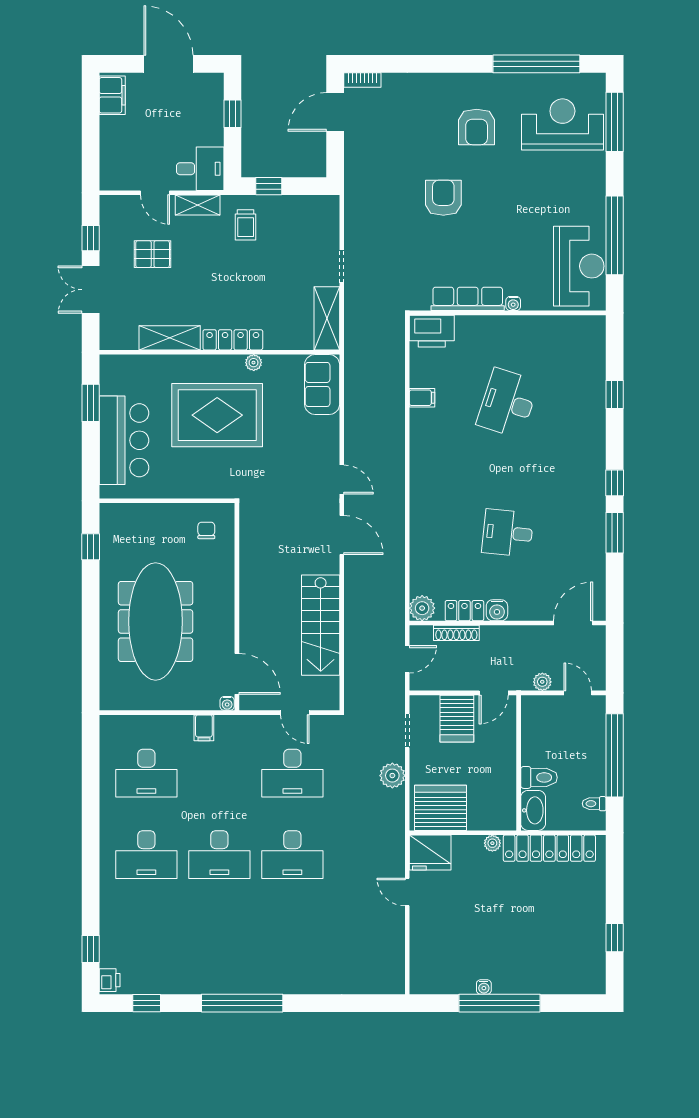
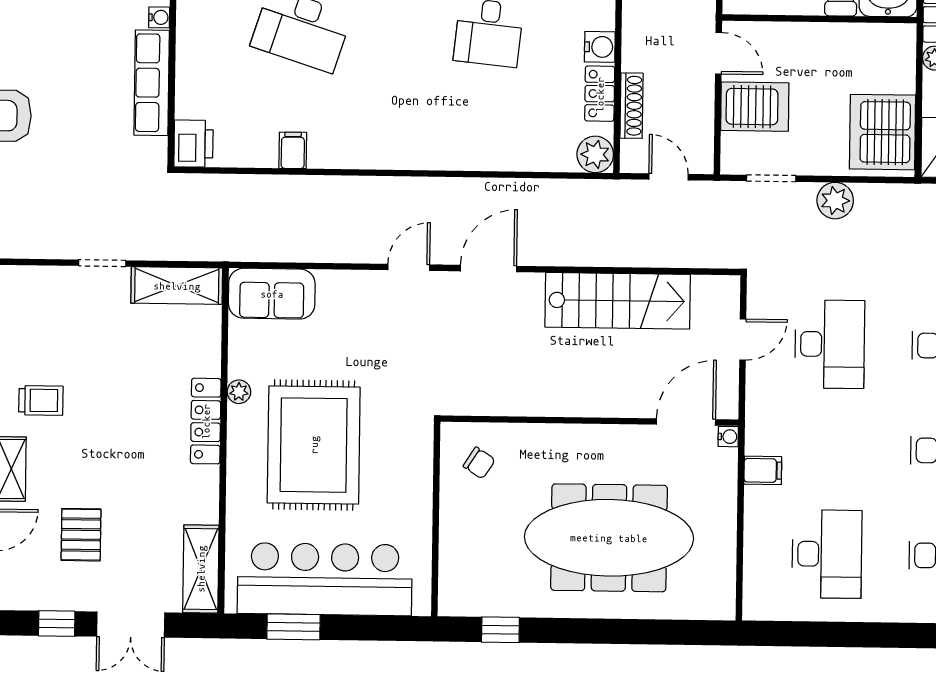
printer: (432, 331) -> (193, 144), width x0.73, depth x0.84
shelving: (170, 338) -> (201, 569), moved
bar counter: (124, 440) -> (325, 579), width x1.36
chair: (206, 530) -> (479, 463), turned -147

